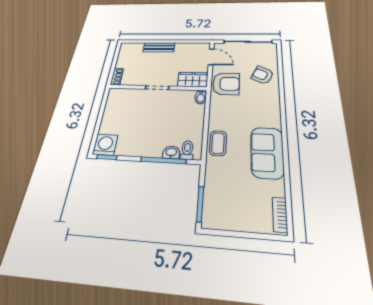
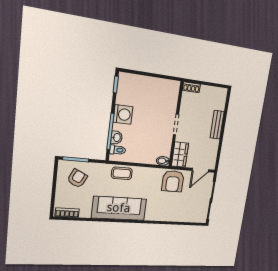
armchair: (263, 75) -> (77, 178), moved
washing machine: (105, 145) -> (123, 114), moved
sofa: (267, 152) -> (119, 208), width x1.36

